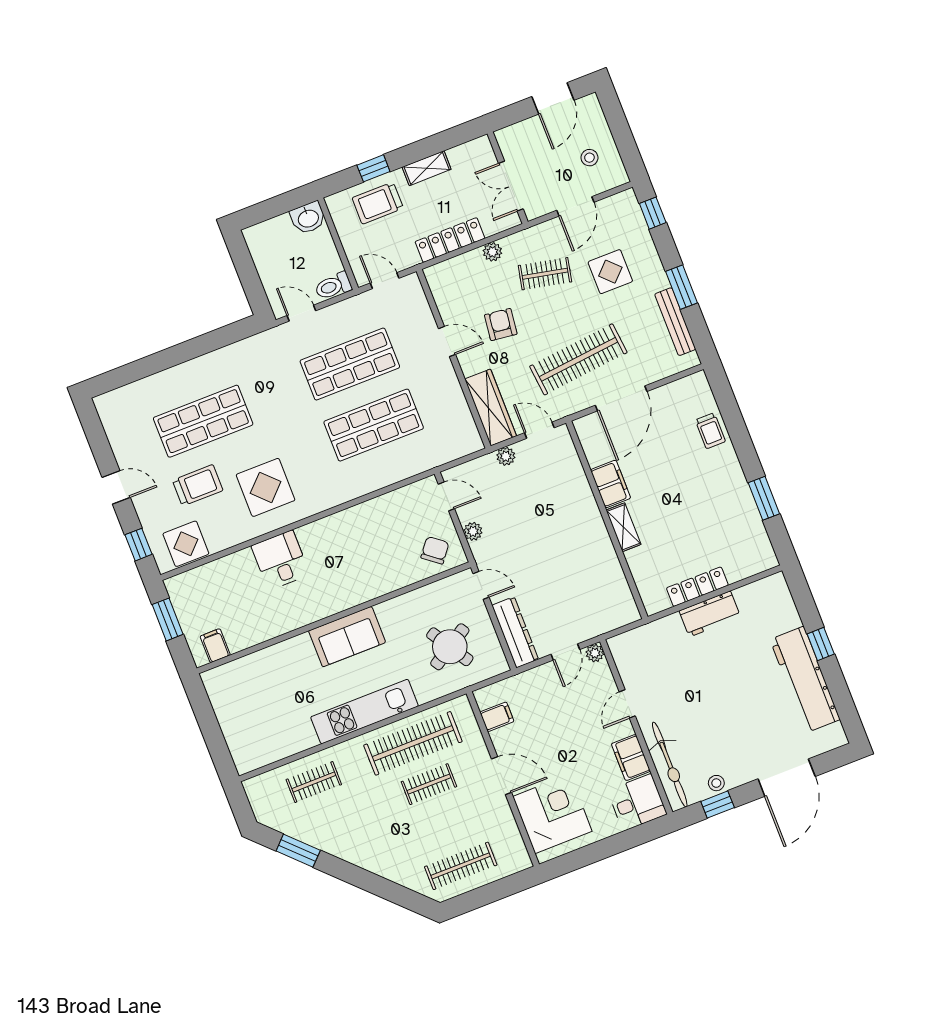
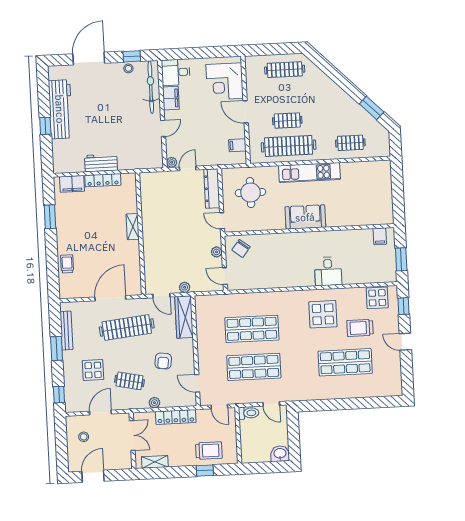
shelving: (427, 168) -> (155, 462), moved
washbasin: (308, 218) -> (280, 454), moved
door: (447, 341) -> (197, 383), moved
filing cabinet: (611, 484) -> (72, 184), moved, turned -90
round table: (450, 647) -> (250, 193), turned 32

